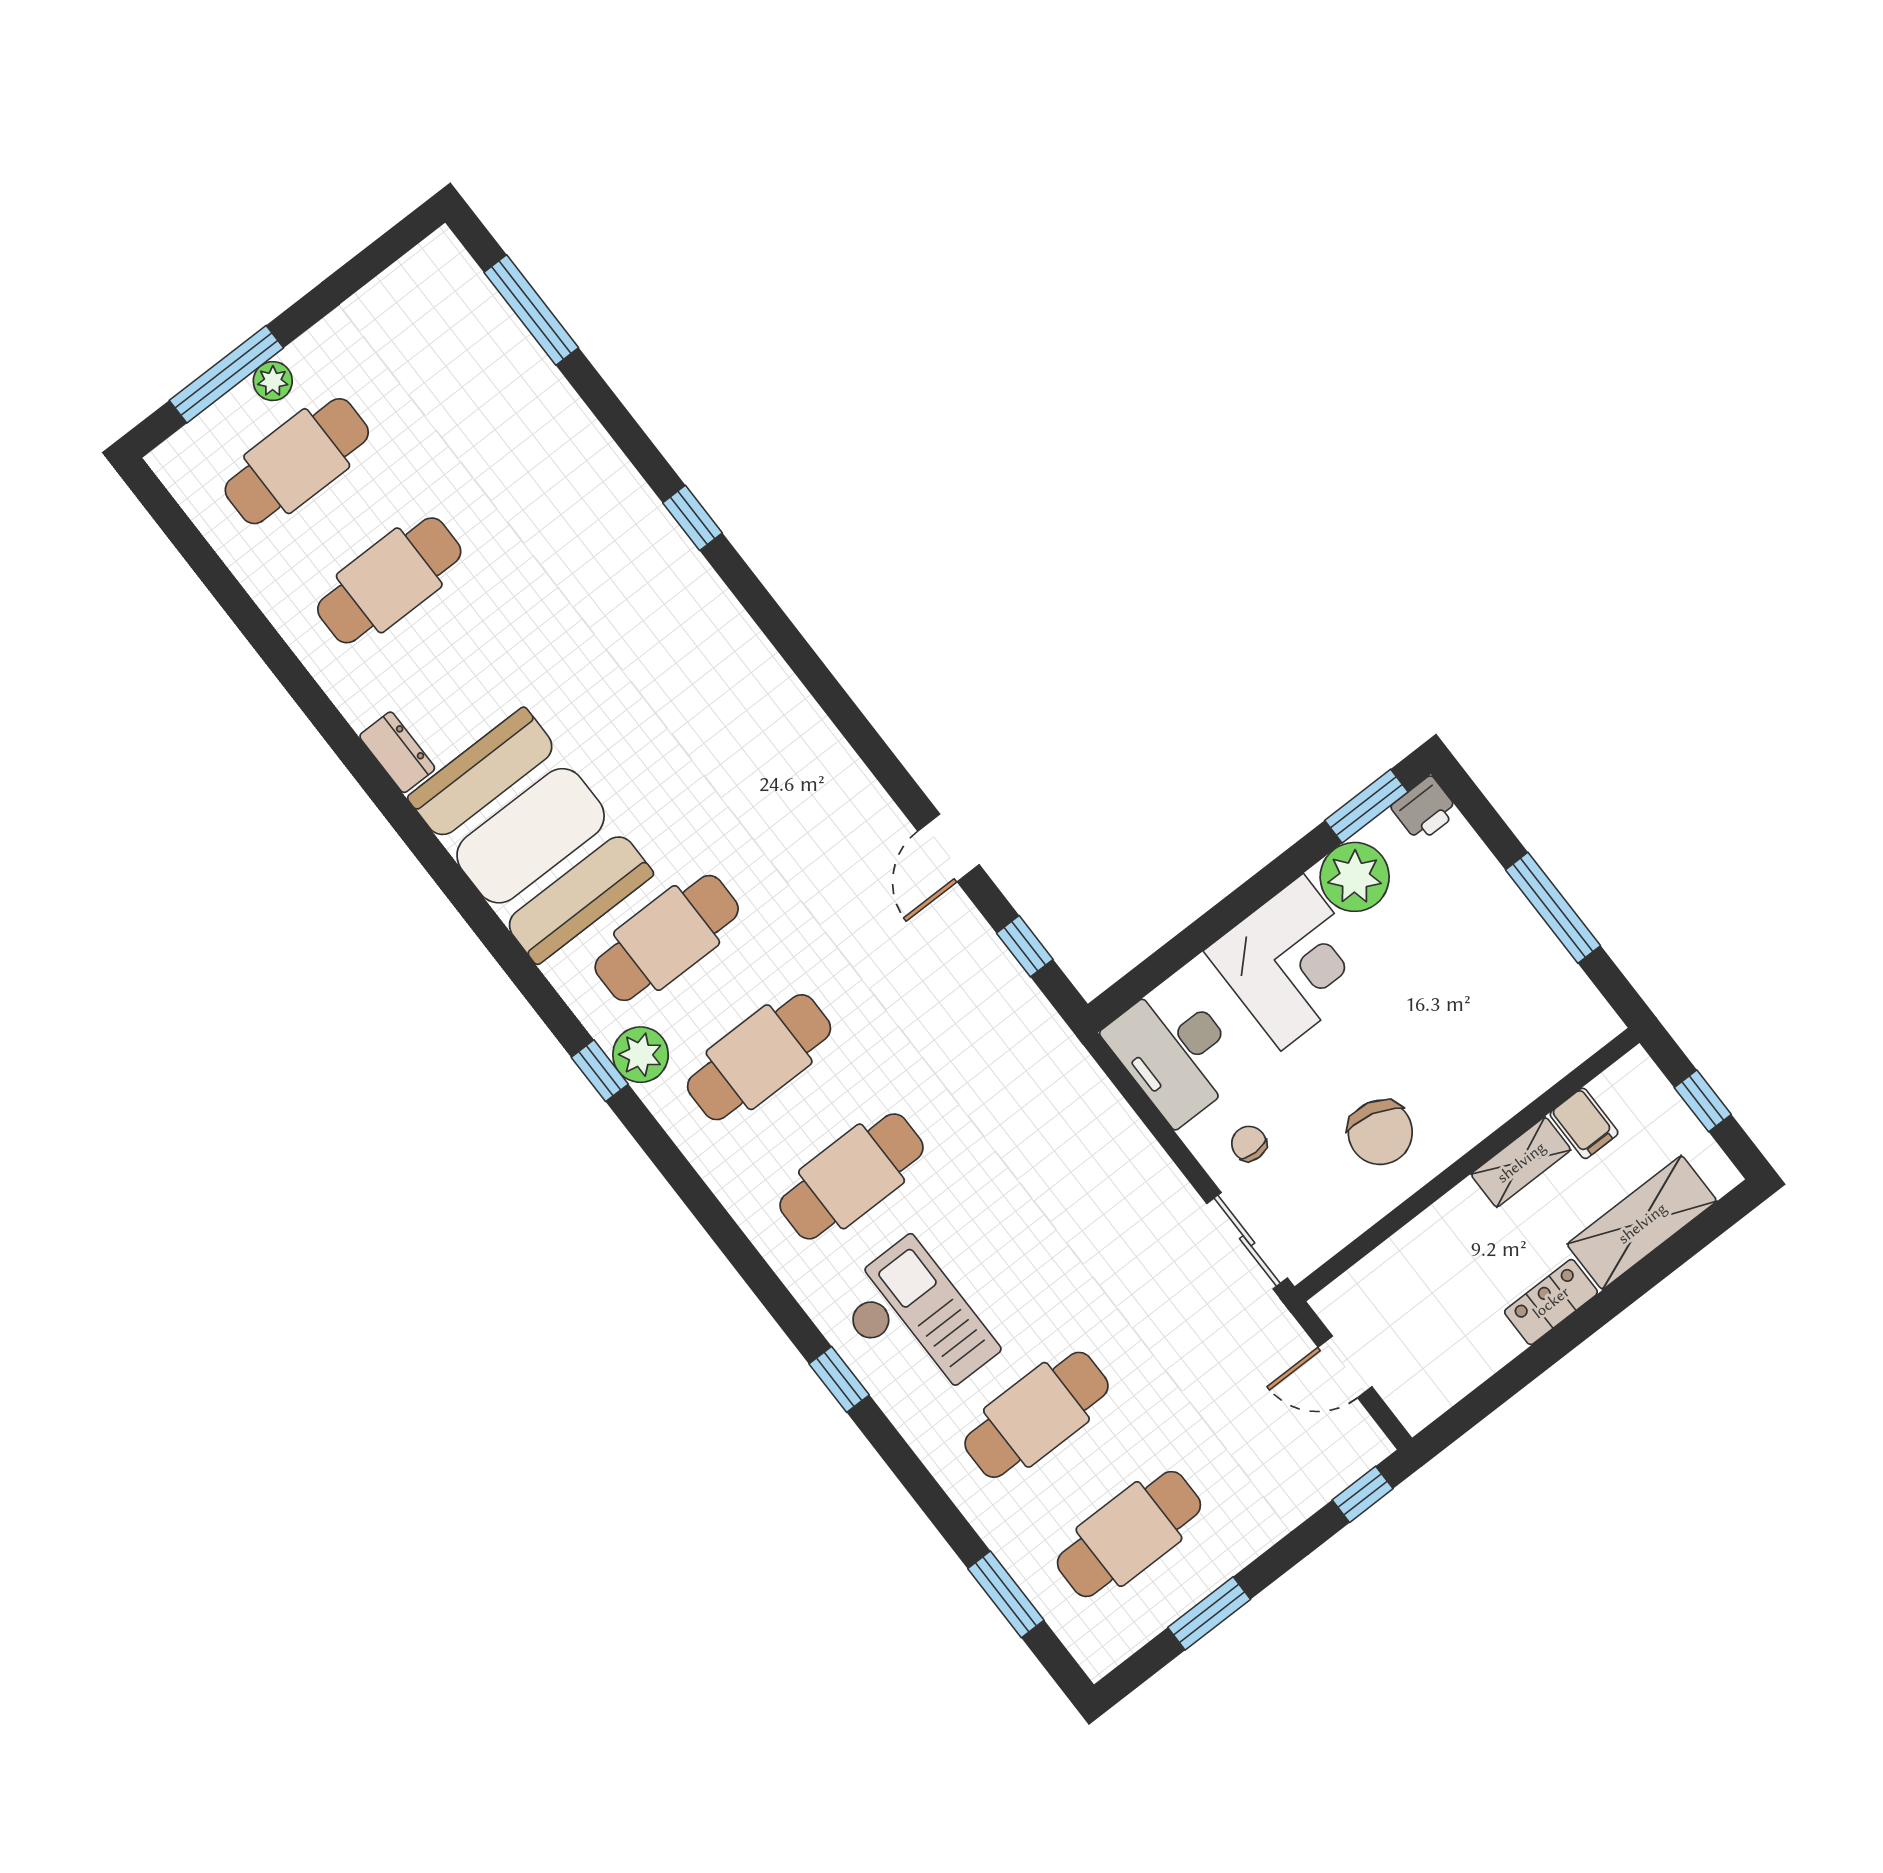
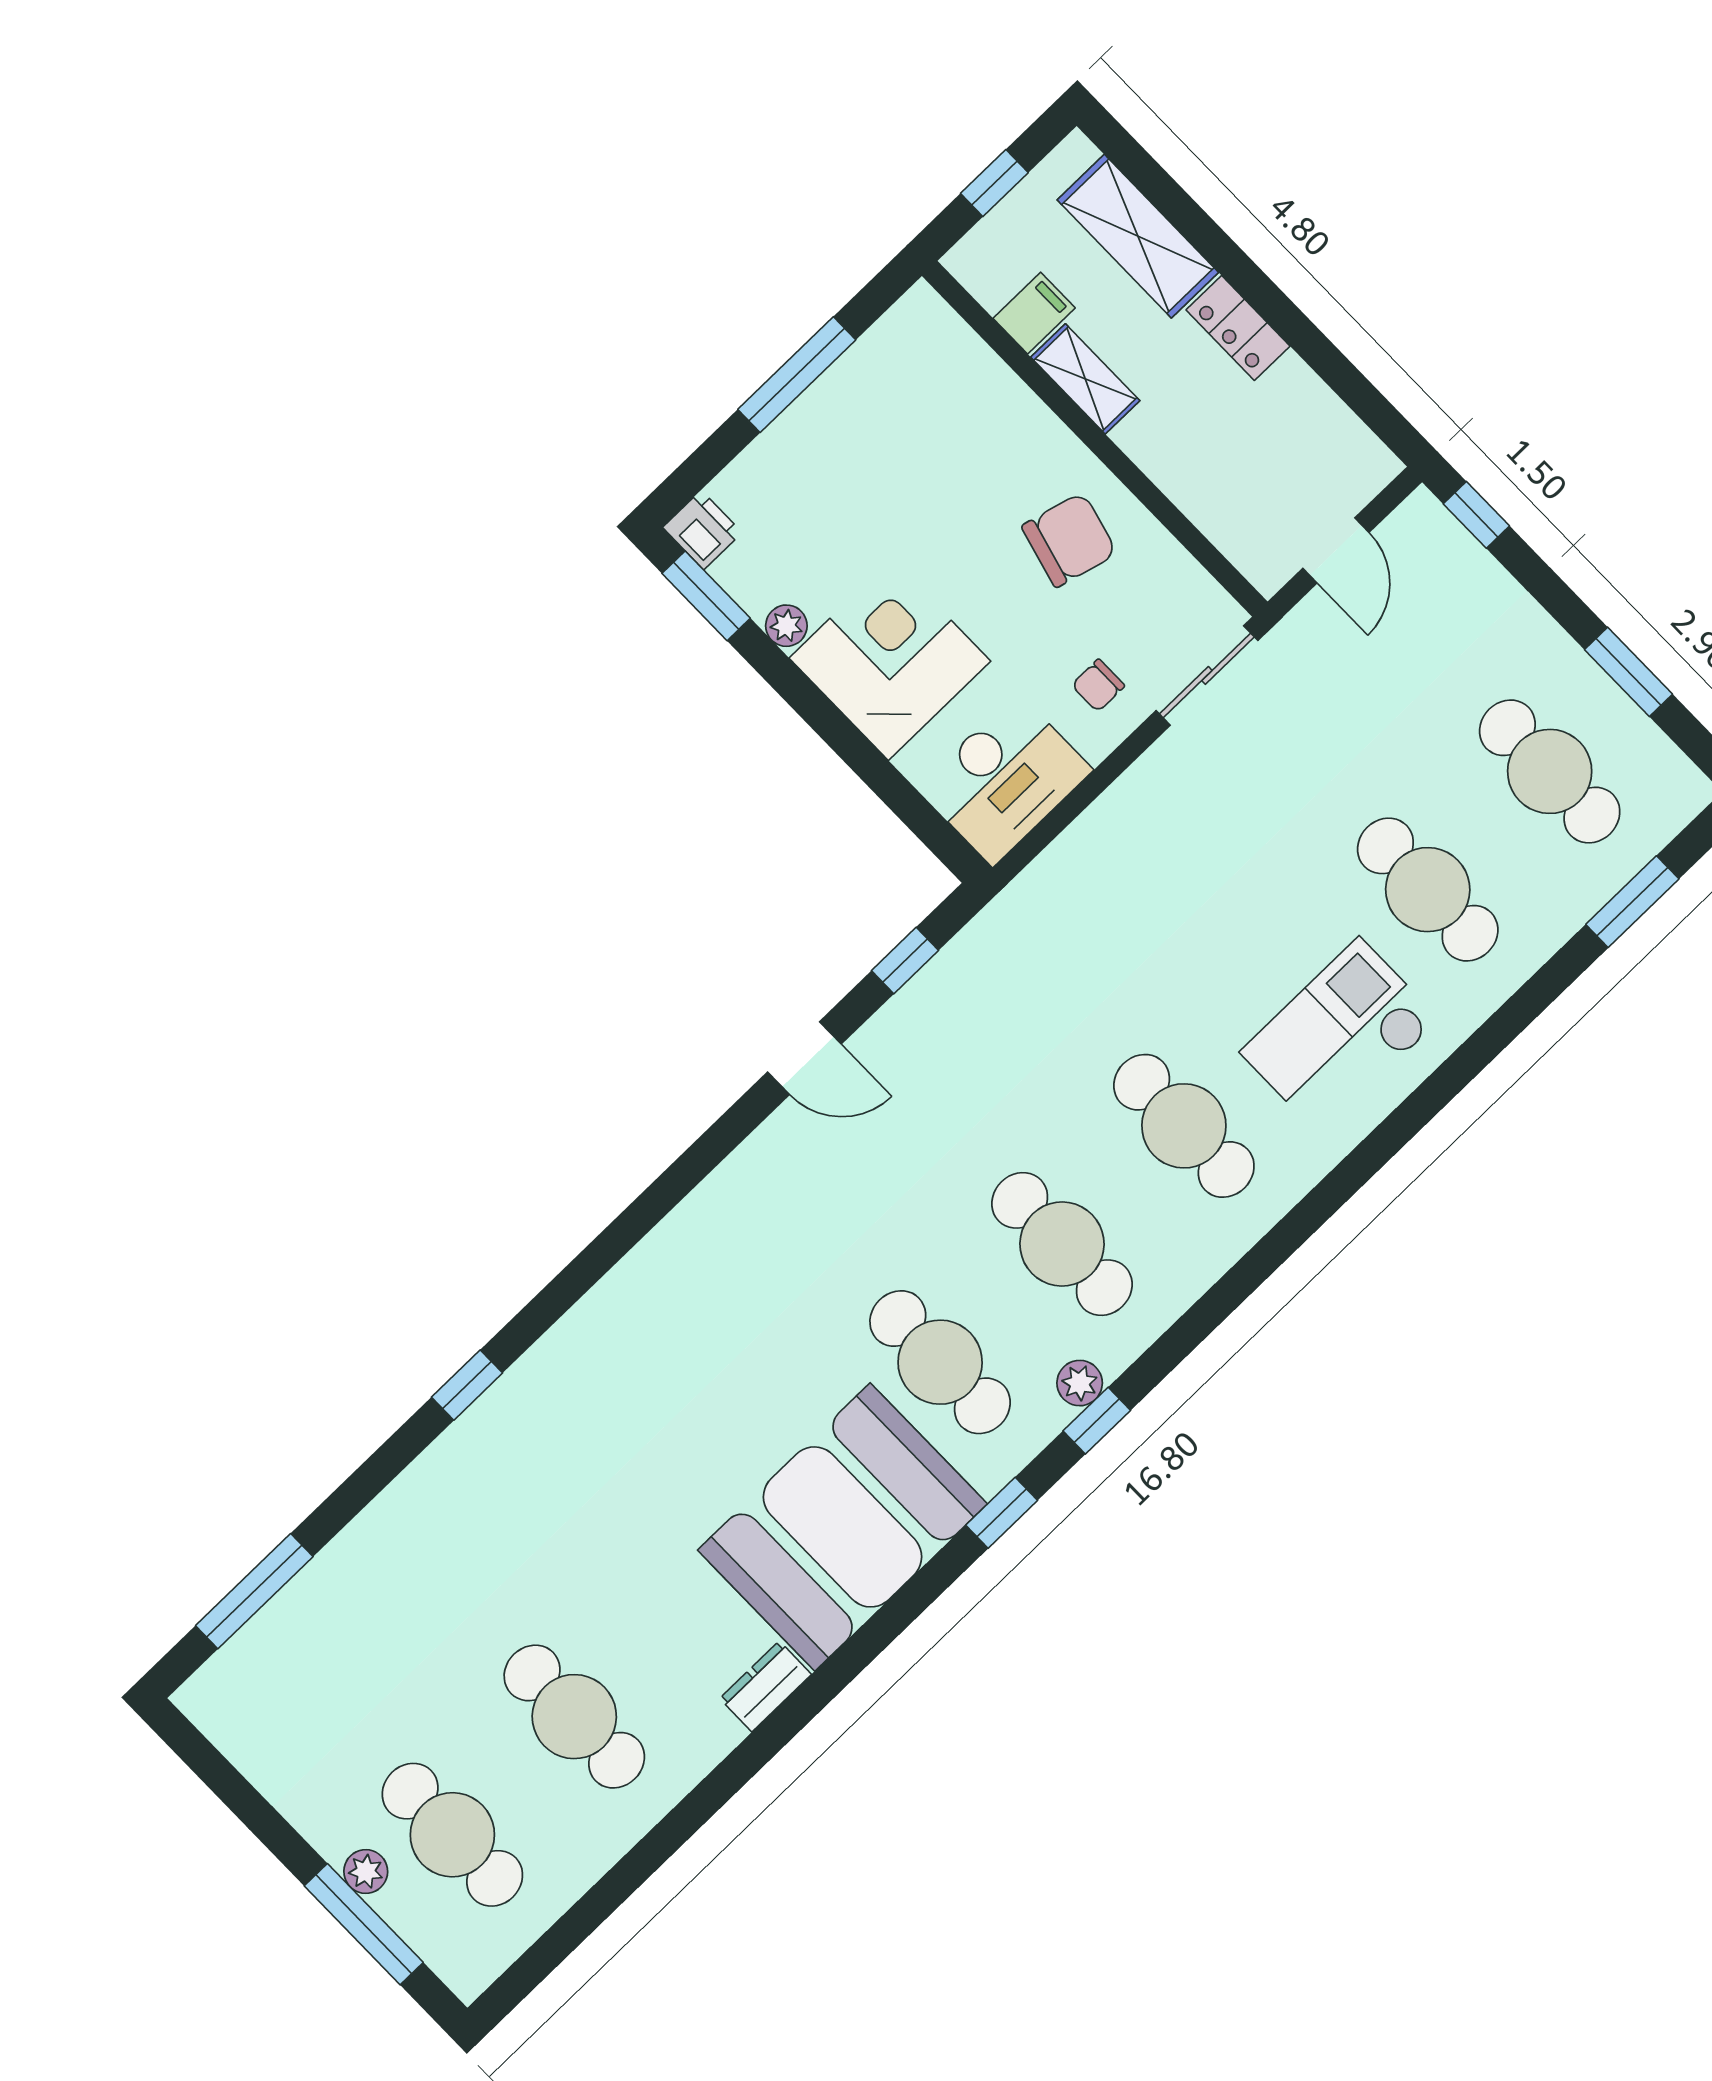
plant: (1355, 877) -> (786, 626), width x0.53, depth x0.53
plant: (641, 1055) -> (1080, 1383), width x0.73, depth x0.73
window: (839, 1379) -> (1002, 1513), moved

